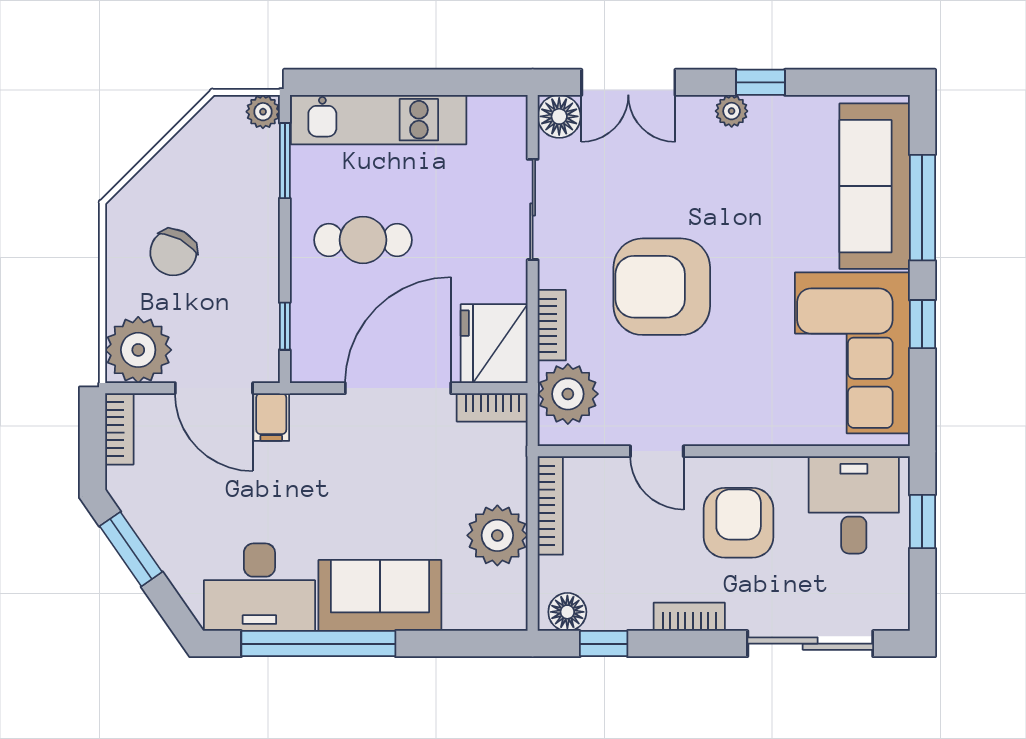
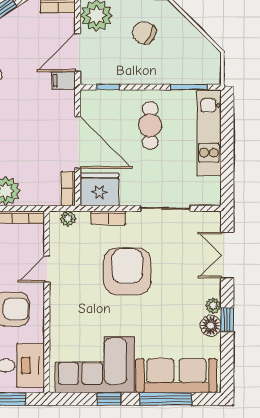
plant: (263, 112) -> (213, 76), removed
floor lamp: (559, 116) -> (211, 326), moved
plant: (568, 394) -> (68, 219), width x0.53, depth x0.53

